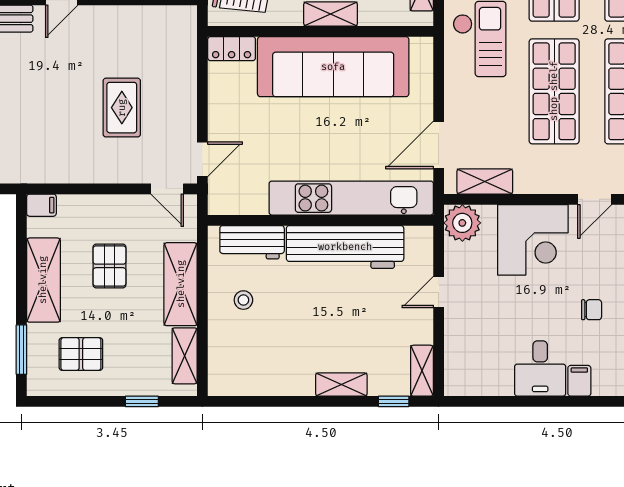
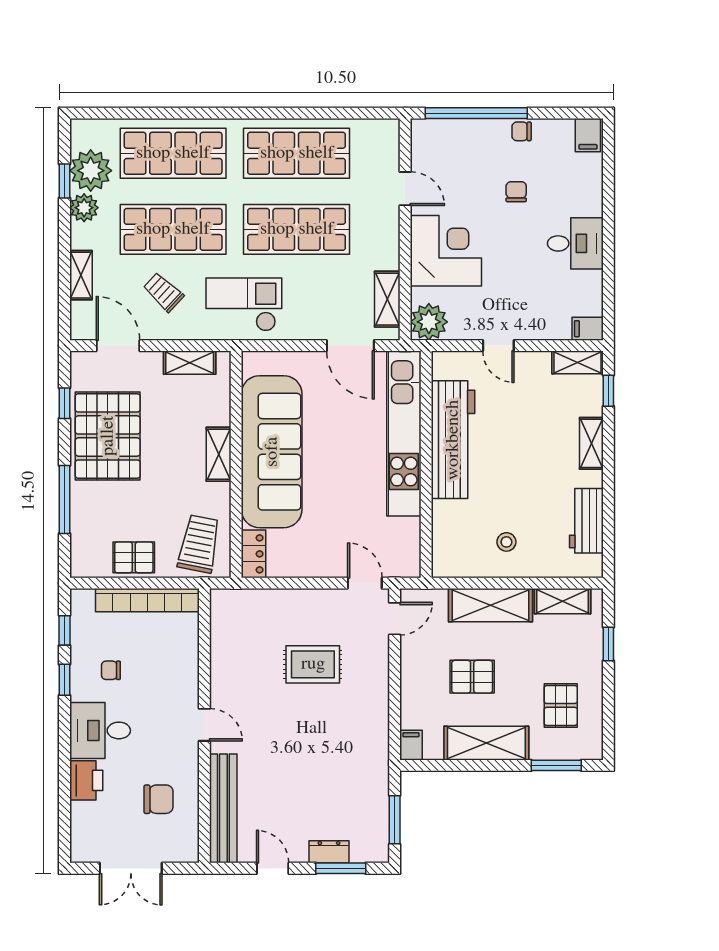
workbench: (252, 242) -> (586, 521), moved, turned 180
filing cabinet: (579, 381) -> (588, 329), moved

